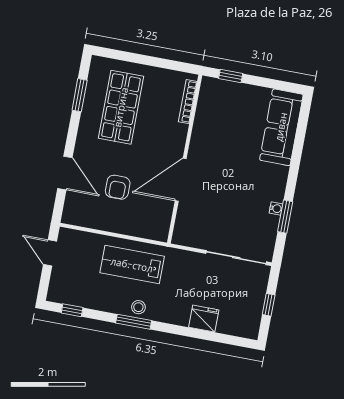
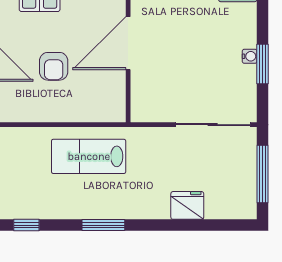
window: (269, 305) -> (262, 174), width x2.17
stool: (138, 307) -> (106, 206), removed

